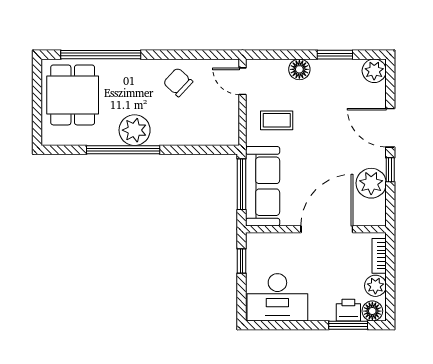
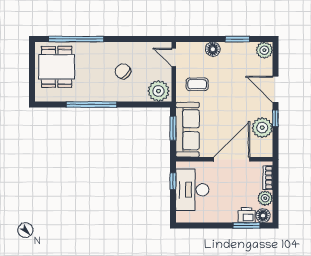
chair: (178, 82) -> (123, 71), moved
plant: (135, 130) -> (158, 91), moved
window: (242, 184) -> (173, 128), width x0.69
desk: (277, 297) -> (192, 190), moved, turned 90

